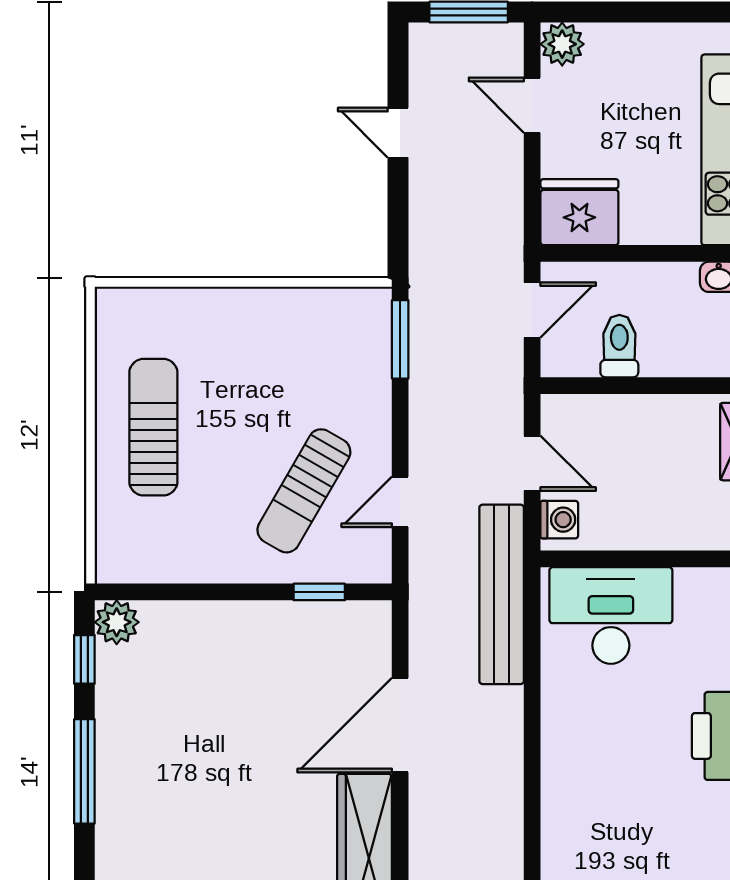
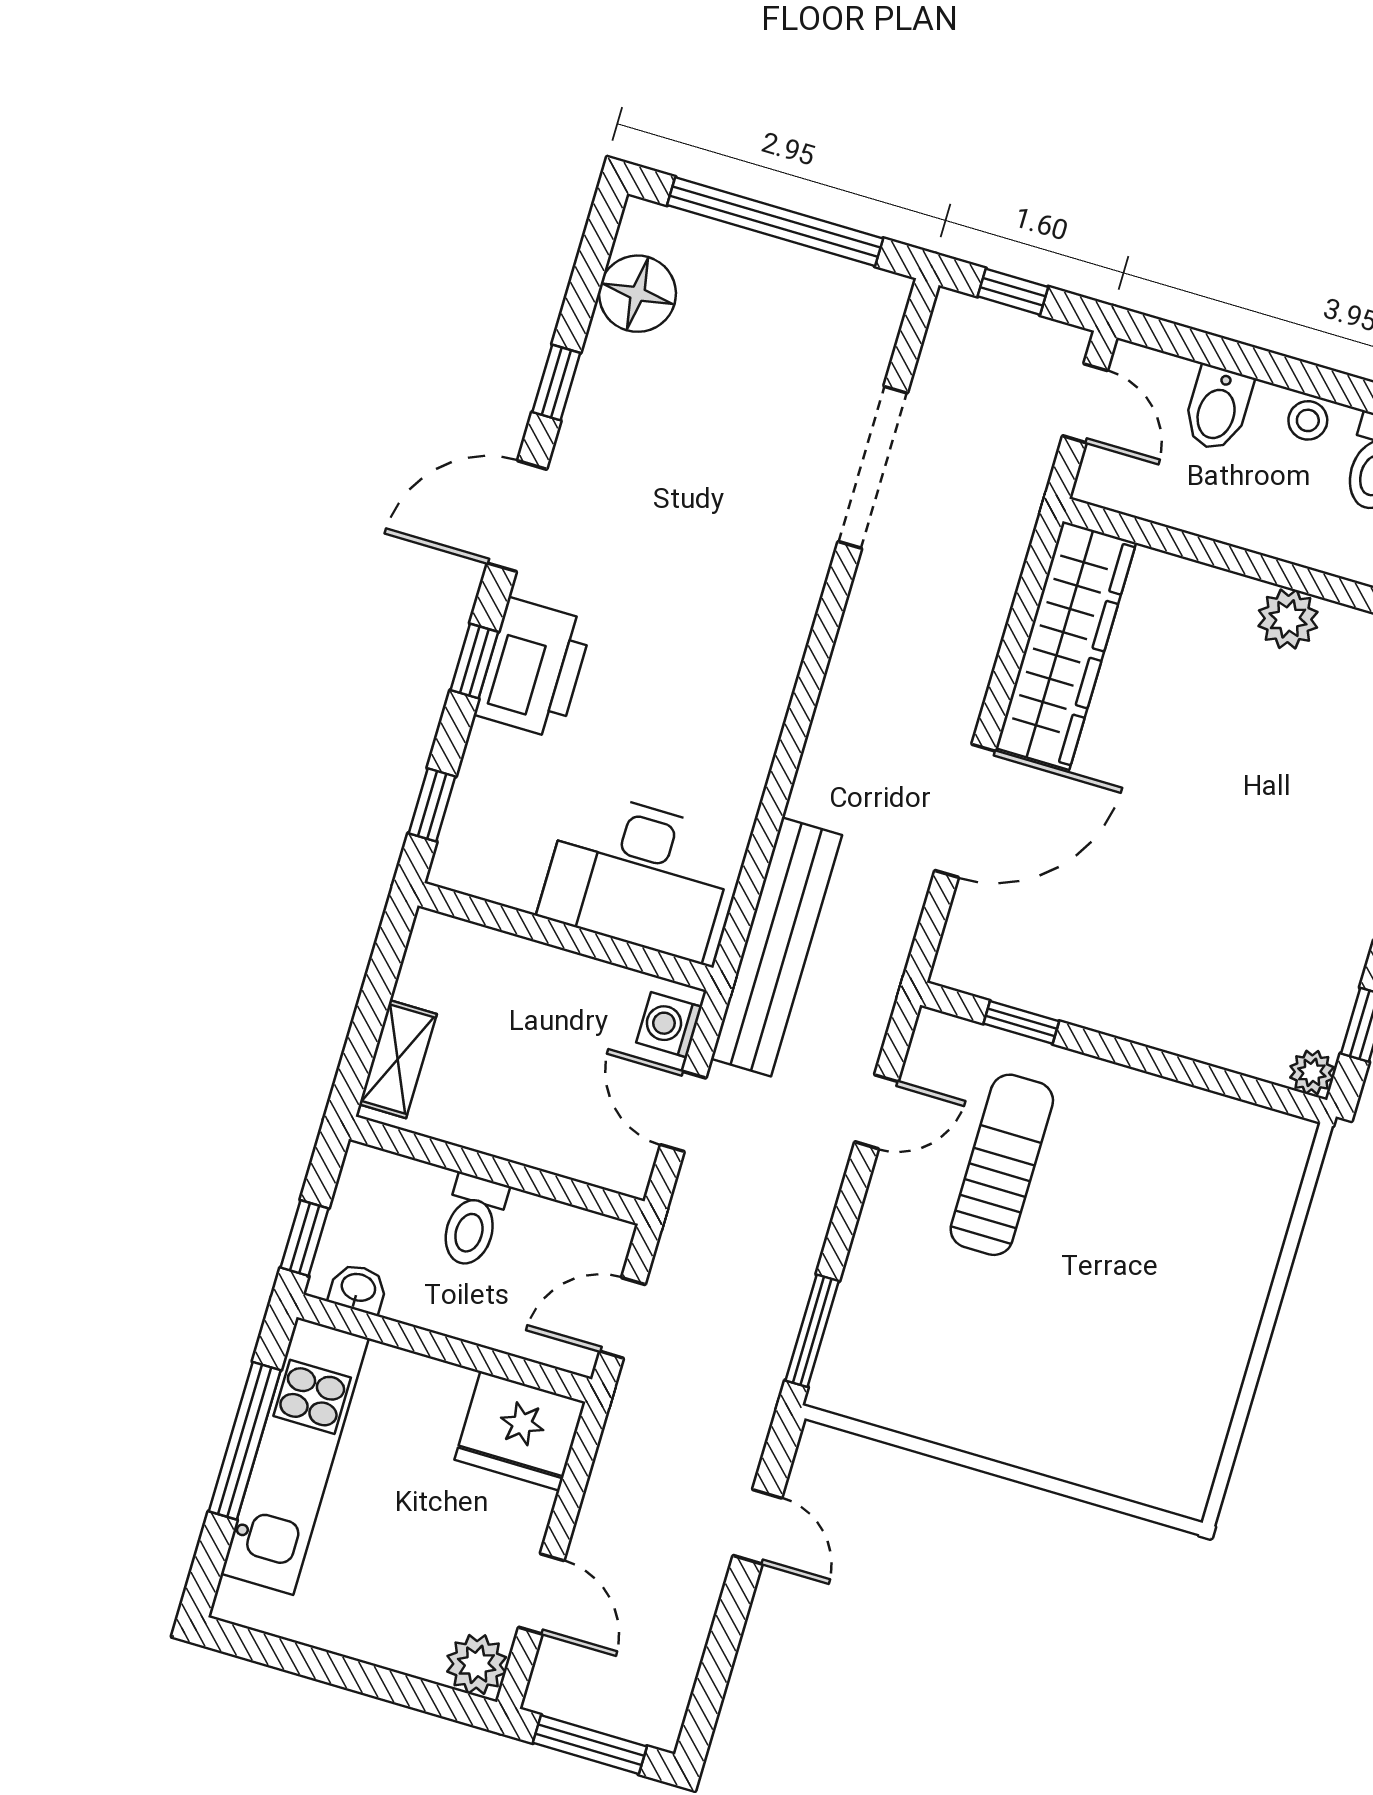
door: (398, 133) -> (757, 1527), moved
toilet: (619, 346) -> (472, 1221), moved
sun lounger: (153, 427) -> (1179, 1310), removed
sun lounger: (304, 491) -> (1002, 1165), turned -30
plant: (117, 622) -> (1312, 1072), width x0.73, depth x0.73

